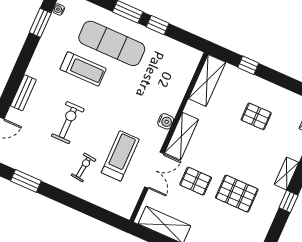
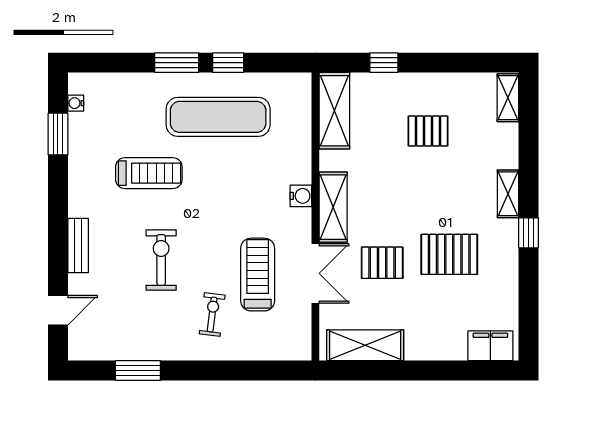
exercise mat: (112, 43) -> (218, 117), moved

